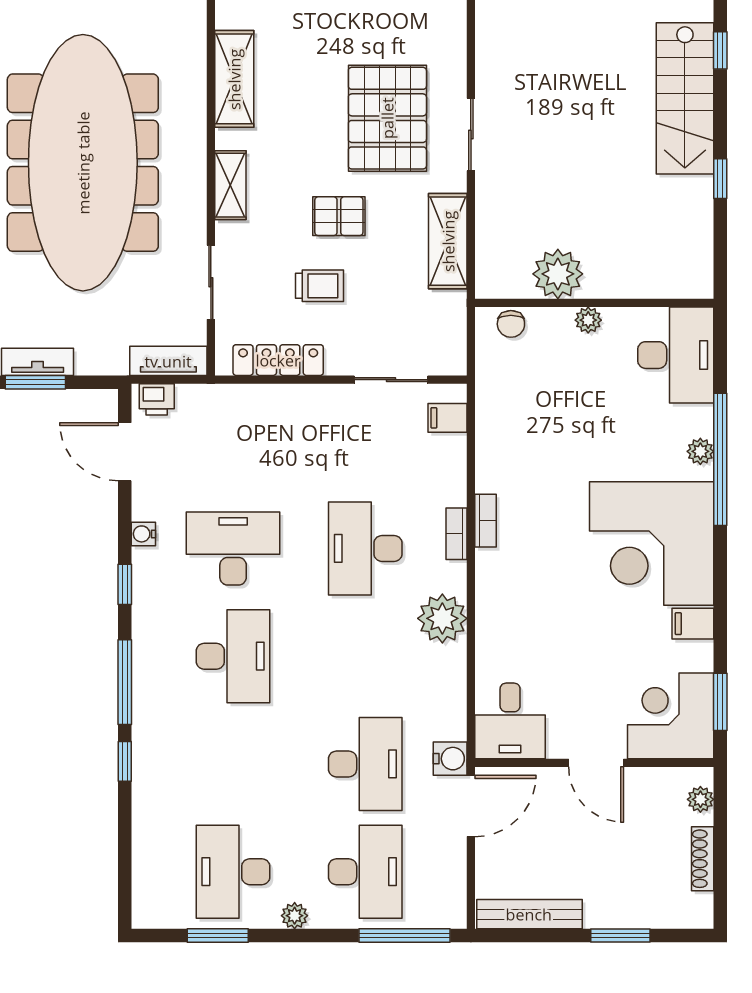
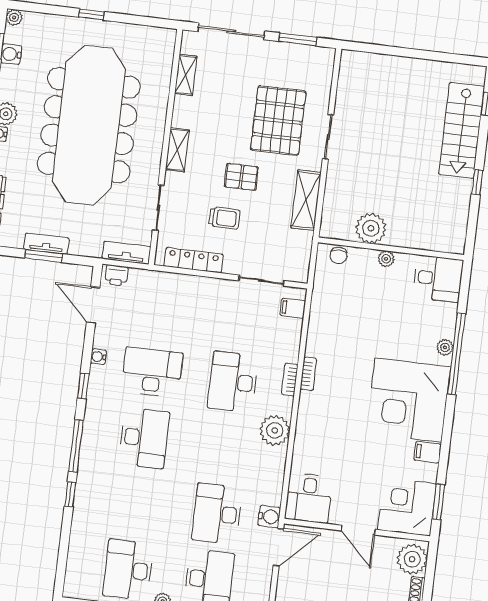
shelving: (234, 79) -> (186, 75), width x0.67, depth x0.75
desk: (676, 355) -> (438, 279), width x0.73
desk: (365, 764) -> (217, 514), turned 180
plant: (700, 799) -> (412, 559), width x1.88, depth x1.88

